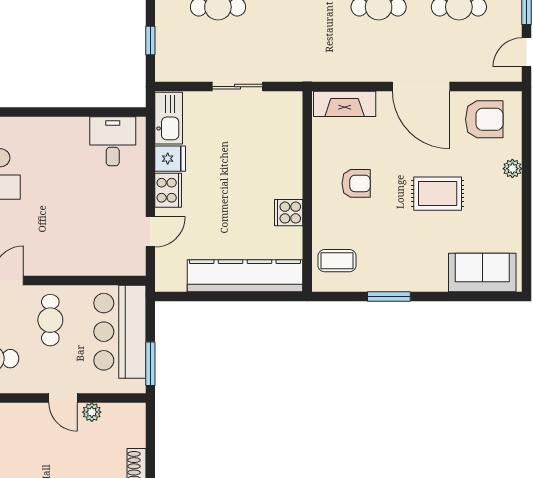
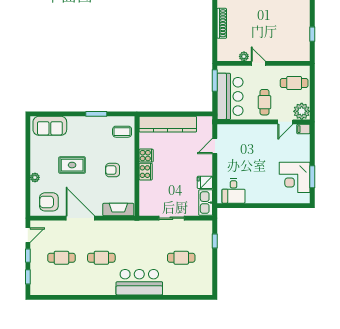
cooker: (168, 190) -> (146, 172), moved, turned 180

